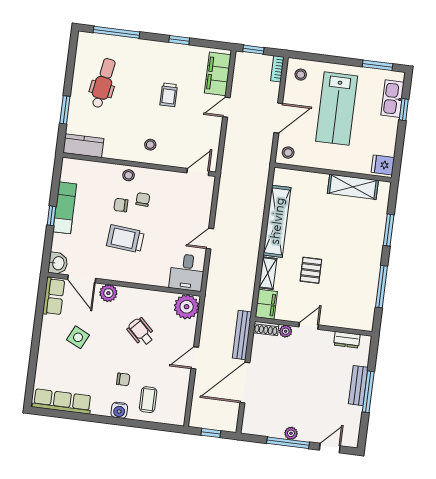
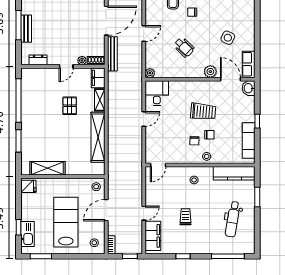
kitchen counter: (83, 146) -> (234, 173), width x1.50
exam couch: (65, 208) -> (249, 141), moved
window: (381, 287) -> (18, 100), width x1.46
plant: (187, 307) -> (150, 73), width x0.53, depth x0.53

